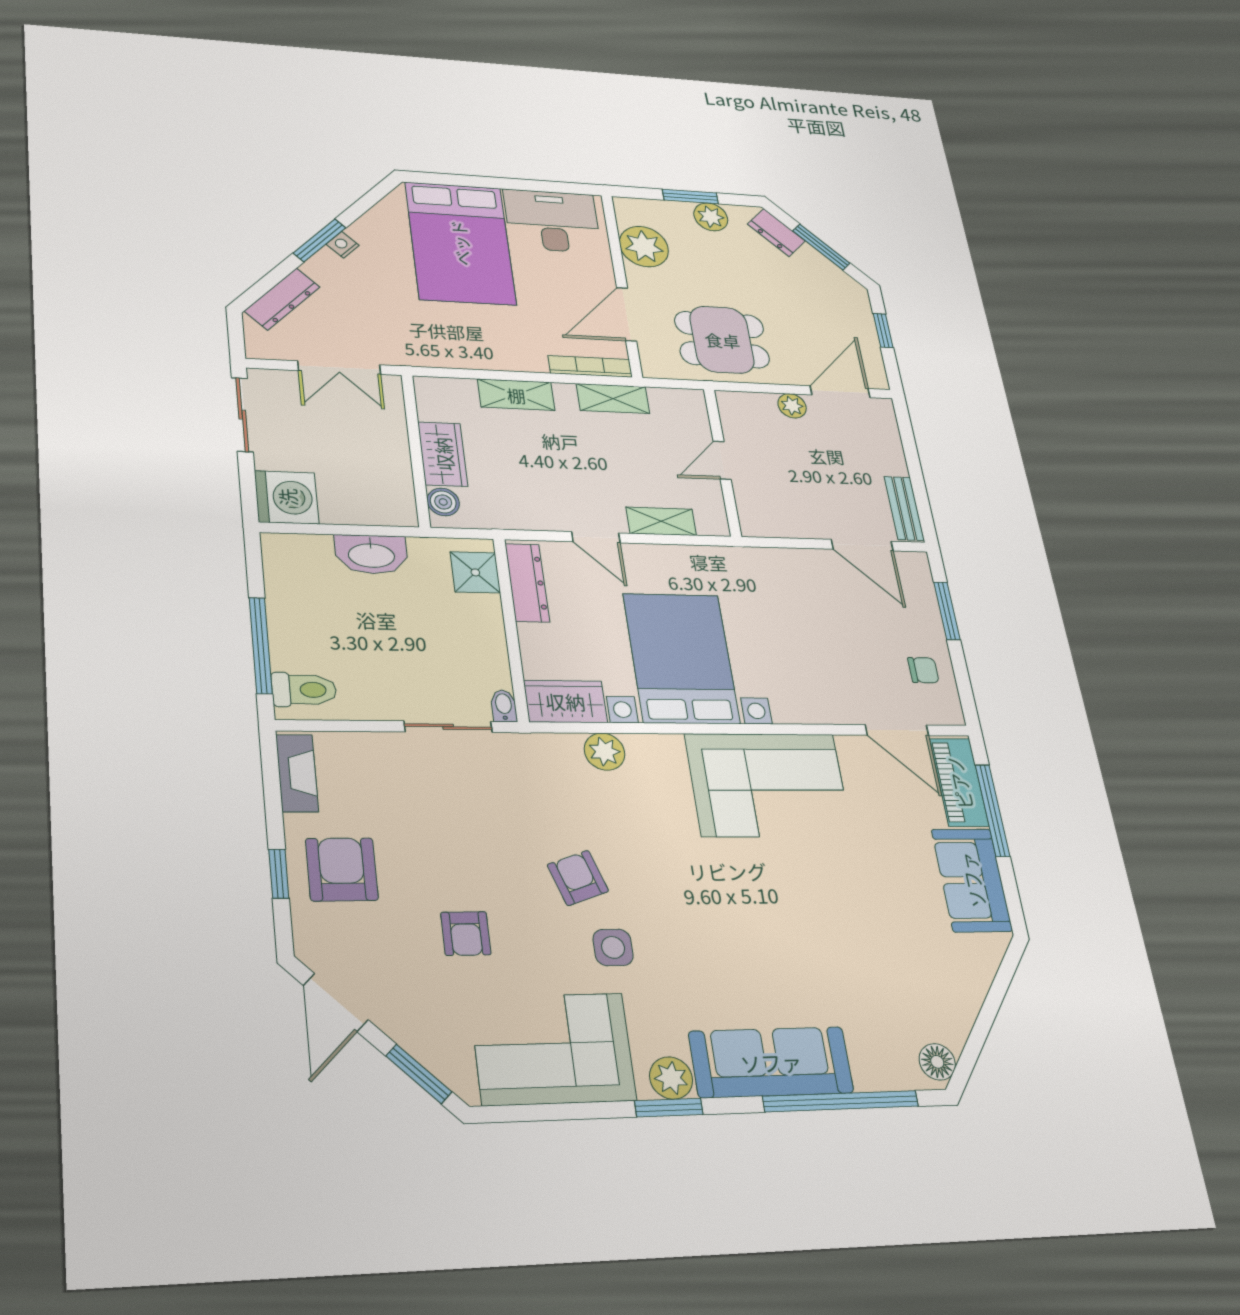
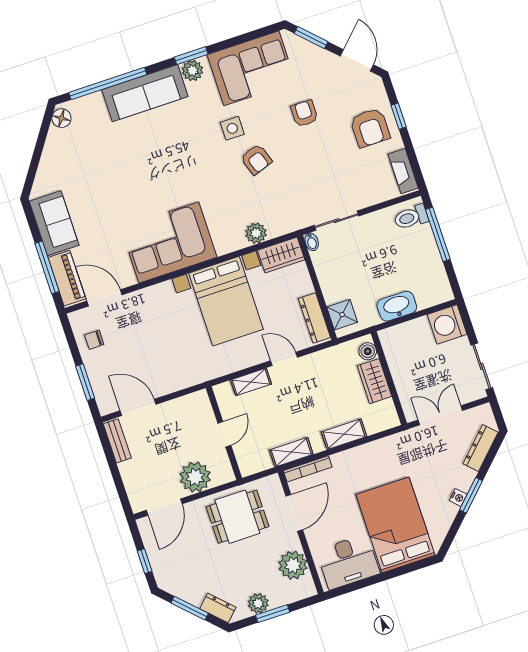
plant: (792, 406) -> (195, 477), width x1.87, depth x1.87

